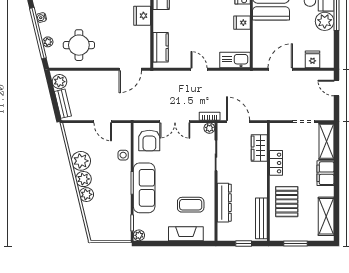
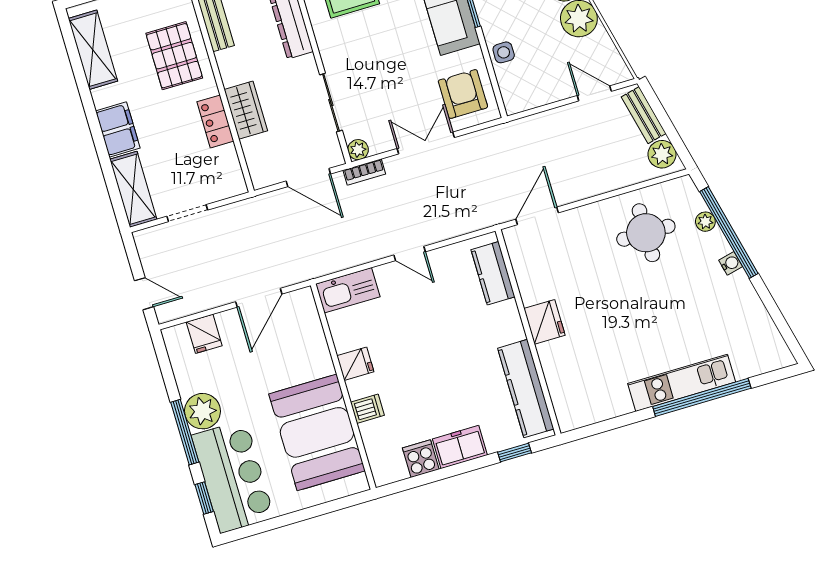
door: (103, 122) -> (594, 93), moved
wardrobe: (259, 148) -> (246, 110), moved

